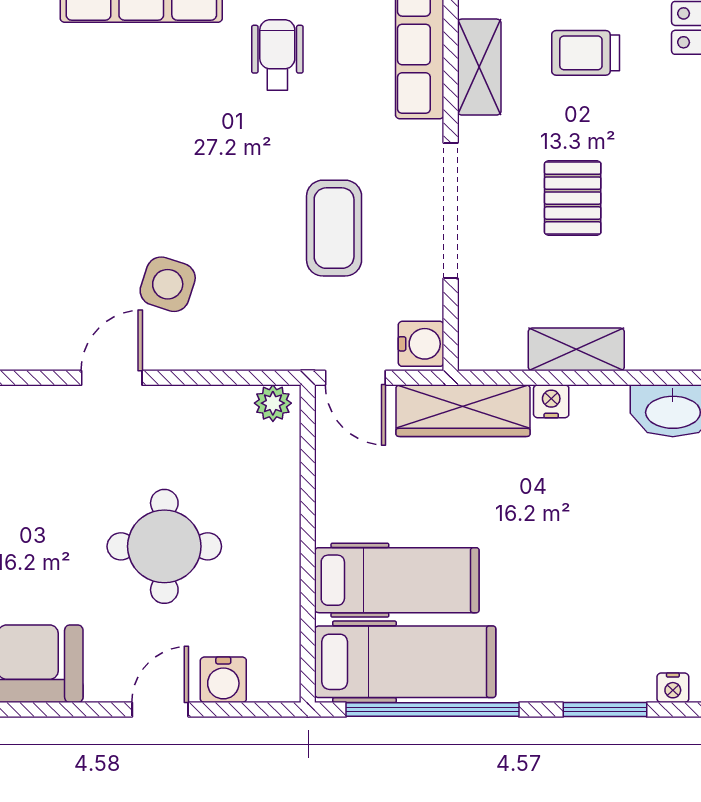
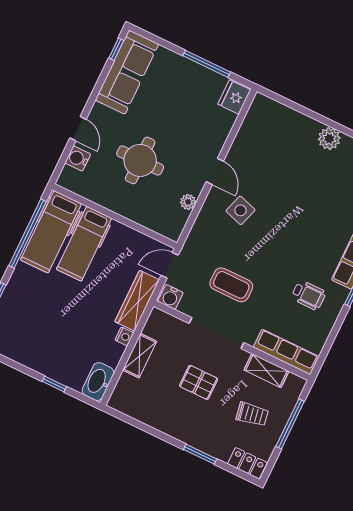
trolley: (586, 53) -> (252, 414), turned 80
plant: (273, 403) -> (188, 202), moved

